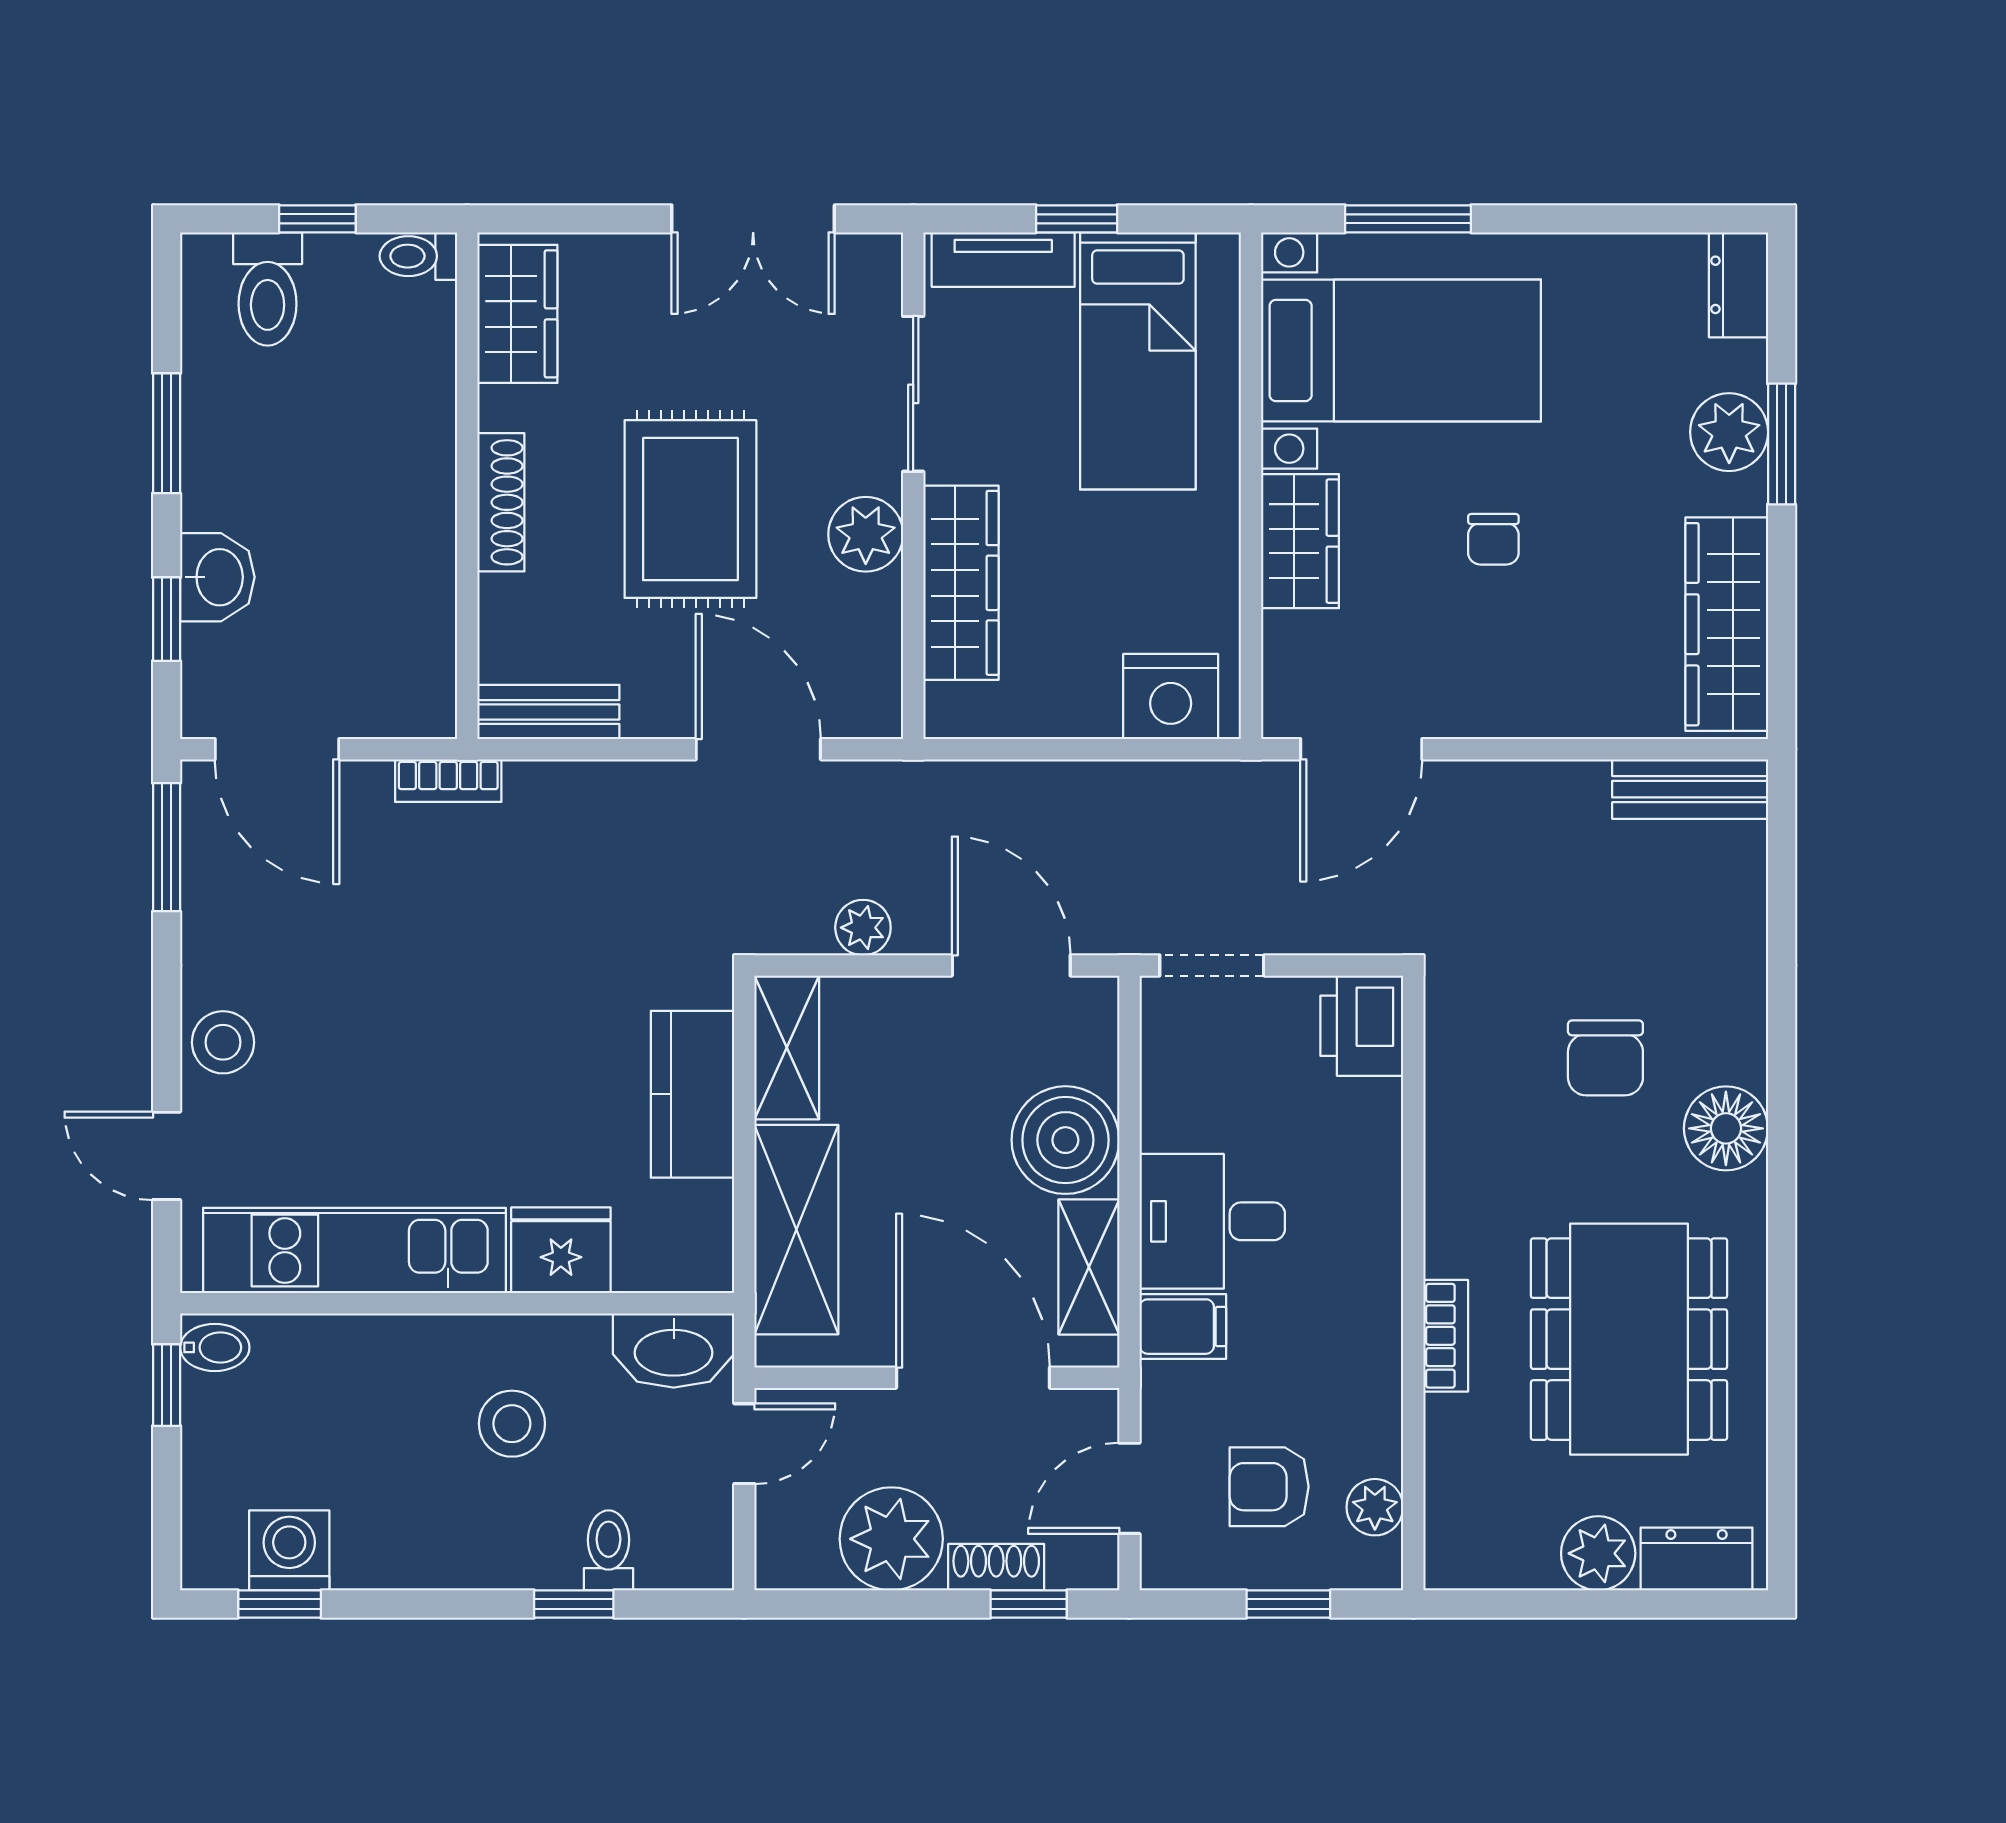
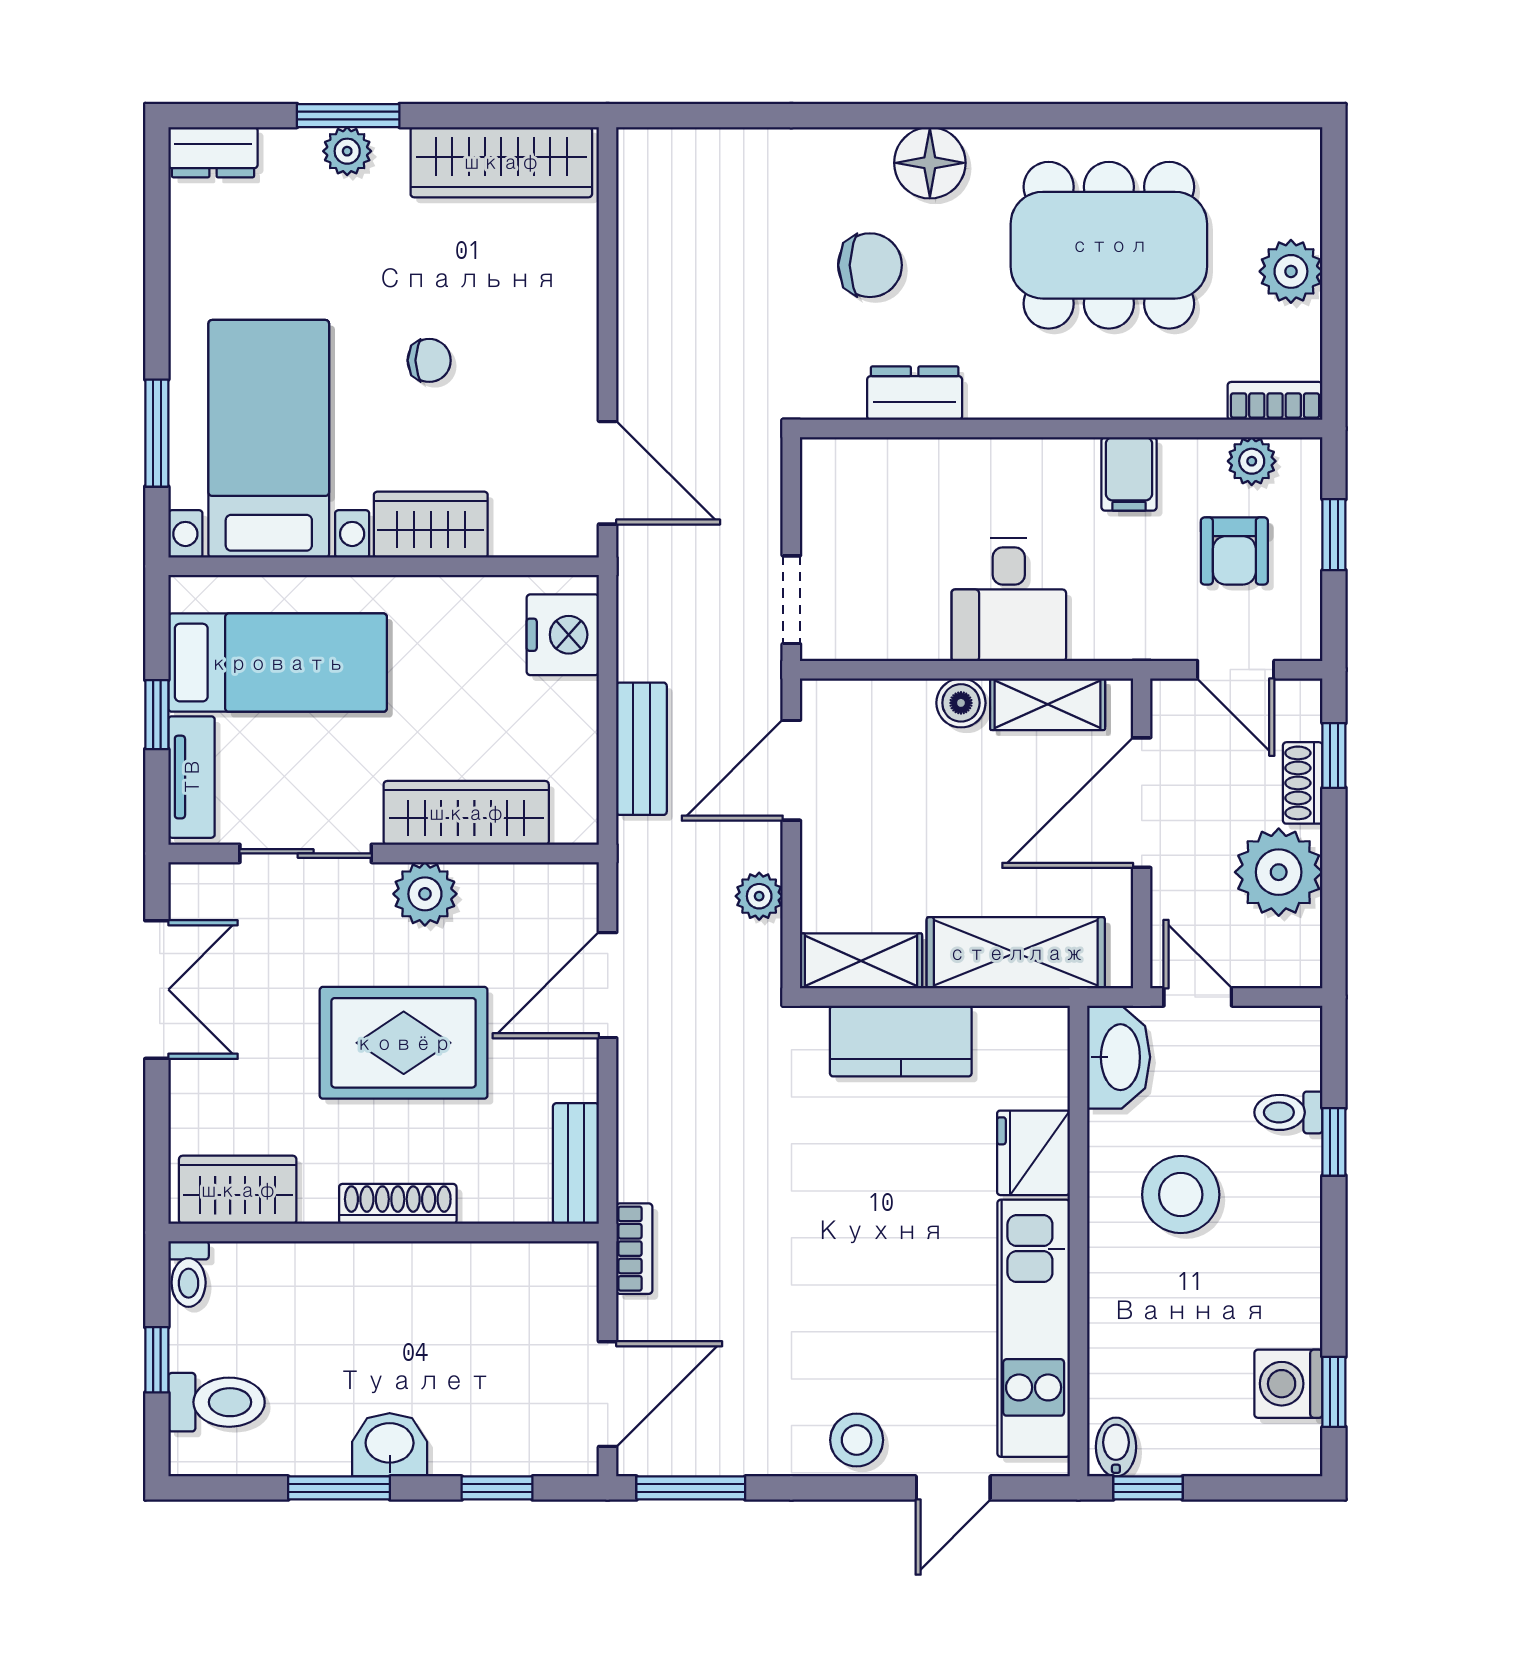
plant: (1729, 432) -> (347, 151), width x0.73, depth x0.73
washbasin: (217, 577) -> (390, 1445), moved
bench: (1690, 789) -> (641, 749), moved
printer: (1362, 1026) -> (843, 472), removed
boiler: (1065, 1140) -> (961, 703), width x0.54, depth x0.54
filing cabinet: (1183, 1327) -> (1129, 474), moved, turned 180
bookcase: (1446, 1336) -> (1275, 401), moved
stool: (512, 1424) -> (1181, 1195), width x1.38, depth x1.38
dresser: (1697, 1559) -> (915, 393), moved, turned 90

